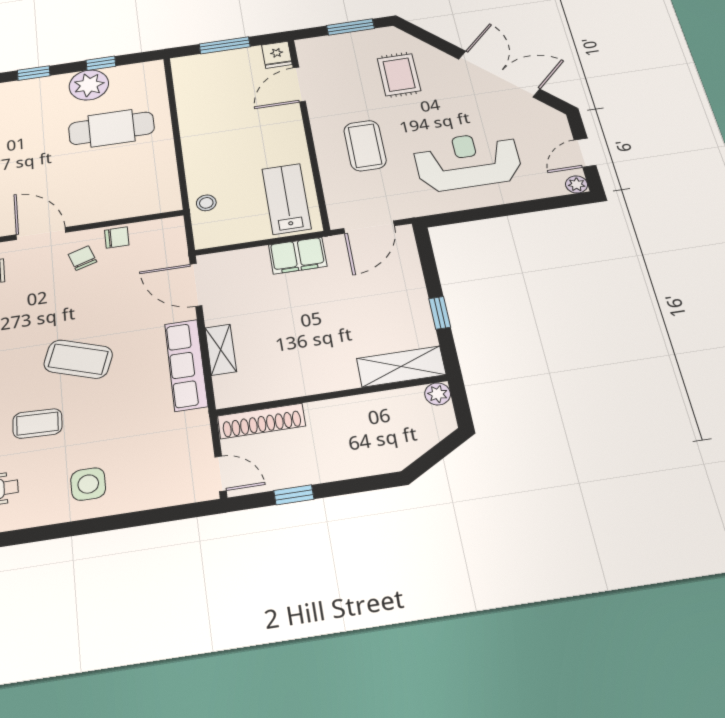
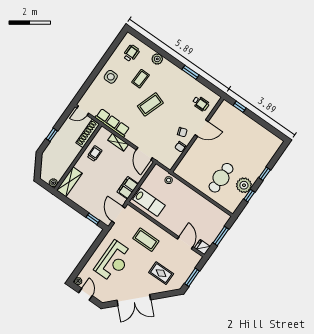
door: (196, 285) -> (144, 154), swing flipped
window: (440, 313) -> (93, 219), moved
row of seats: (186, 365) -> (112, 123), moved
trolley: (291, 372) -> (95, 154), added
window: (294, 495) -> (52, 135), moved

